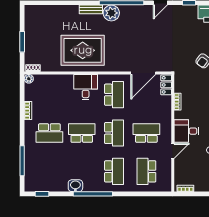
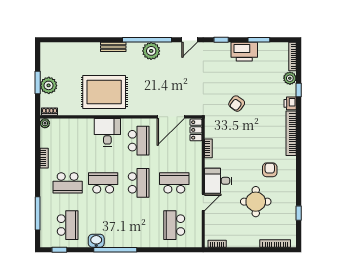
plant: (111, 13) -> (151, 51), moved
plant: (32, 44) -> (49, 85), added
school desk: (114, 171) -> (68, 225), moved

